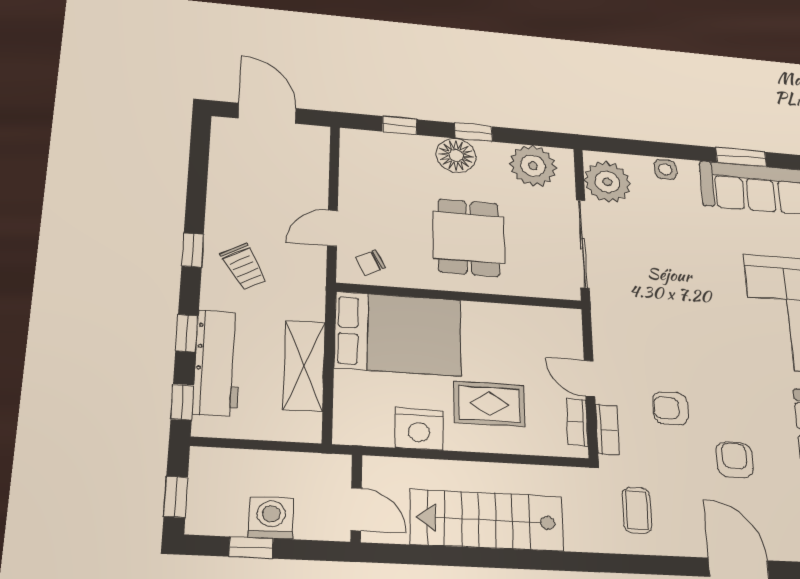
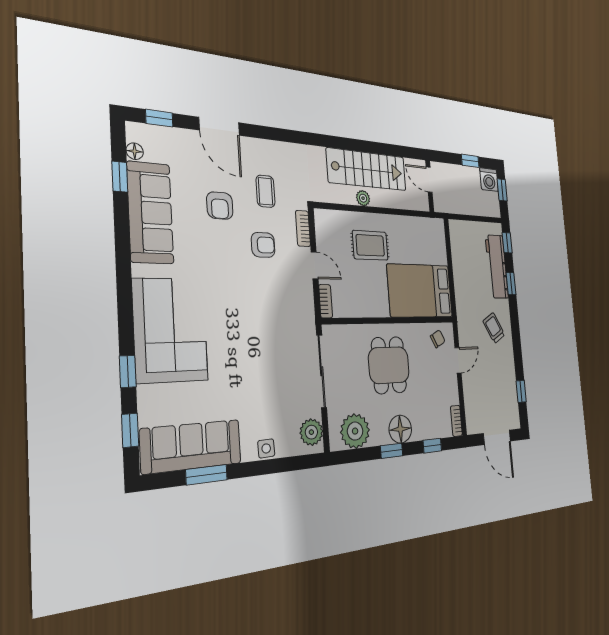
bookcase: (349, 148) -> (456, 421), added
plant: (607, 182) -> (311, 432), width x0.73, depth x0.73
window: (193, 250) -> (521, 391), moved
shelving: (304, 366) -> (461, 267), removed
bookcase: (577, 422) -> (326, 301), moved
nightstand: (419, 429) -> (405, 228), removed
plant: (498, 475) -> (363, 198), added
coffee table: (637, 510) -> (265, 191), moved
washing machine: (271, 518) -> (489, 180), moved

